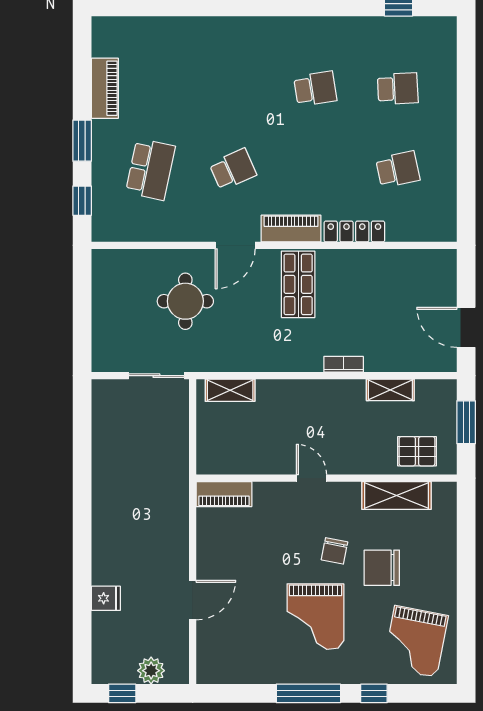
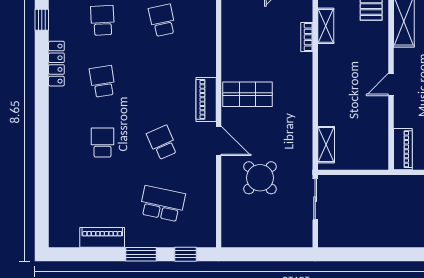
school desk: (233, 89) -> (102, 143), added
locker: (354, 231) -> (56, 64), moved, turned 180
round table: (185, 301) -> (260, 178), turned 45
bookcase: (344, 364) -> (307, 37), moved

